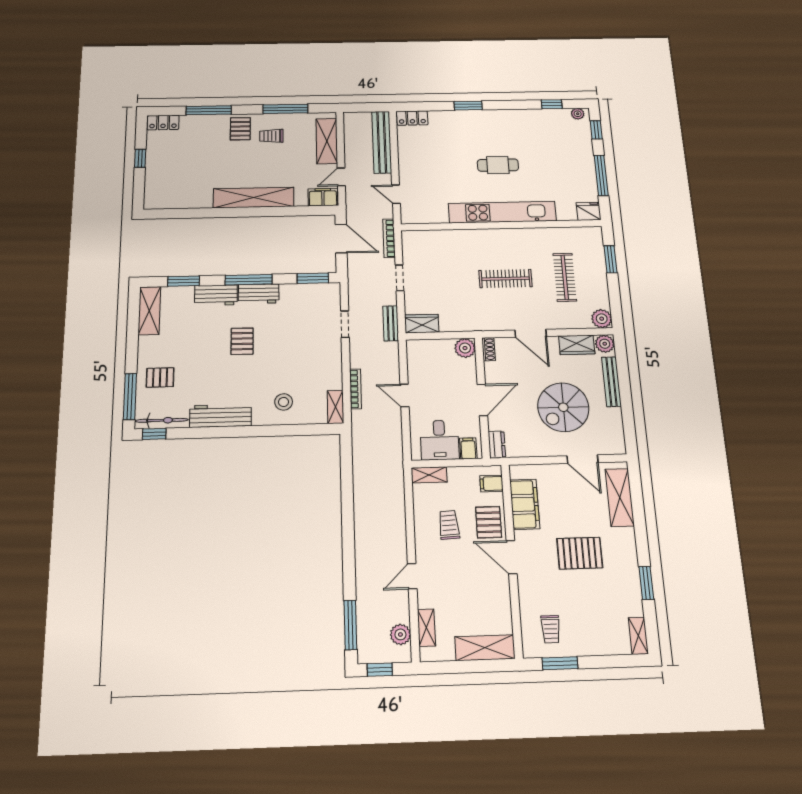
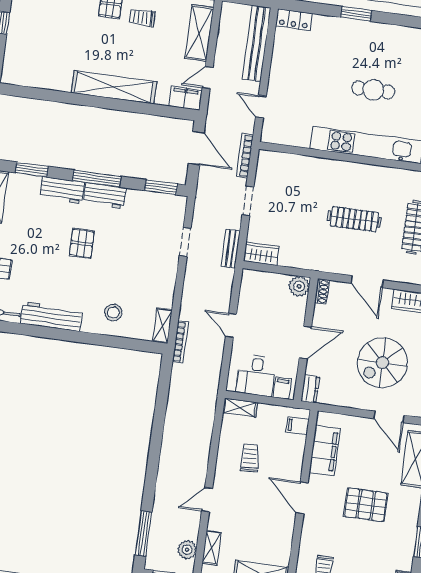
bookcase: (355, 389) -> (180, 342), moved
pallet: (489, 522) -> (287, 462), removed

